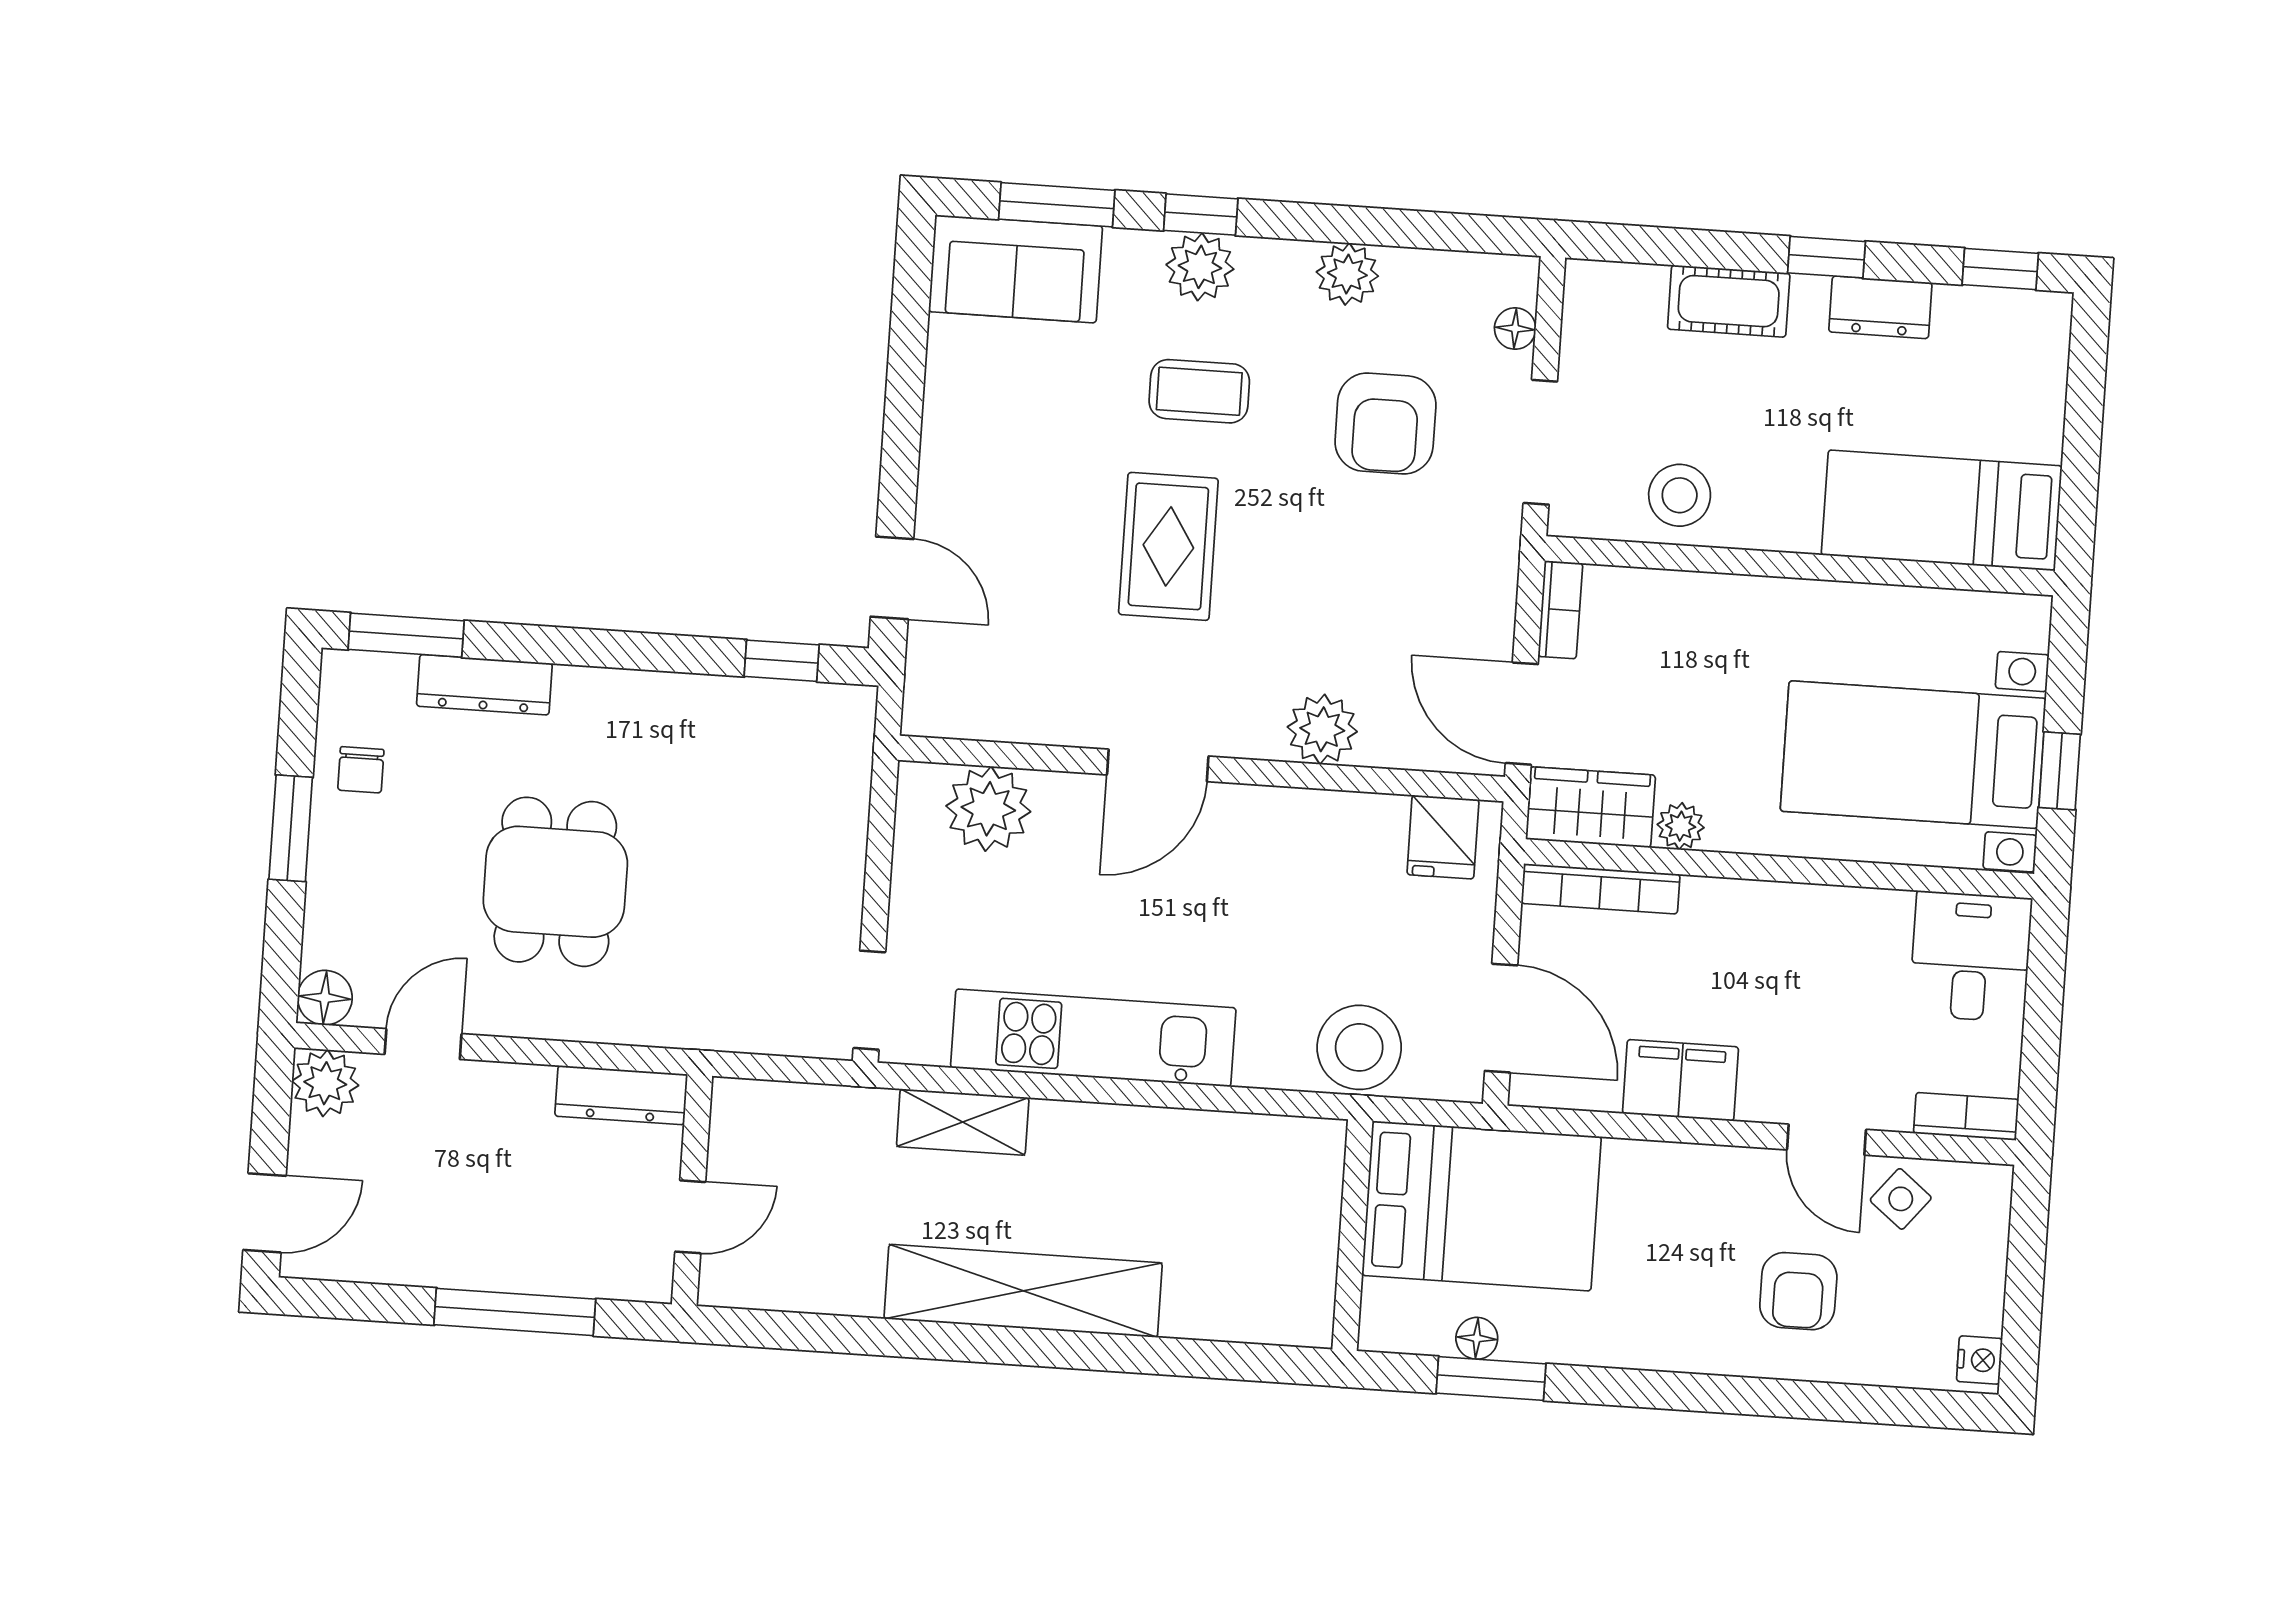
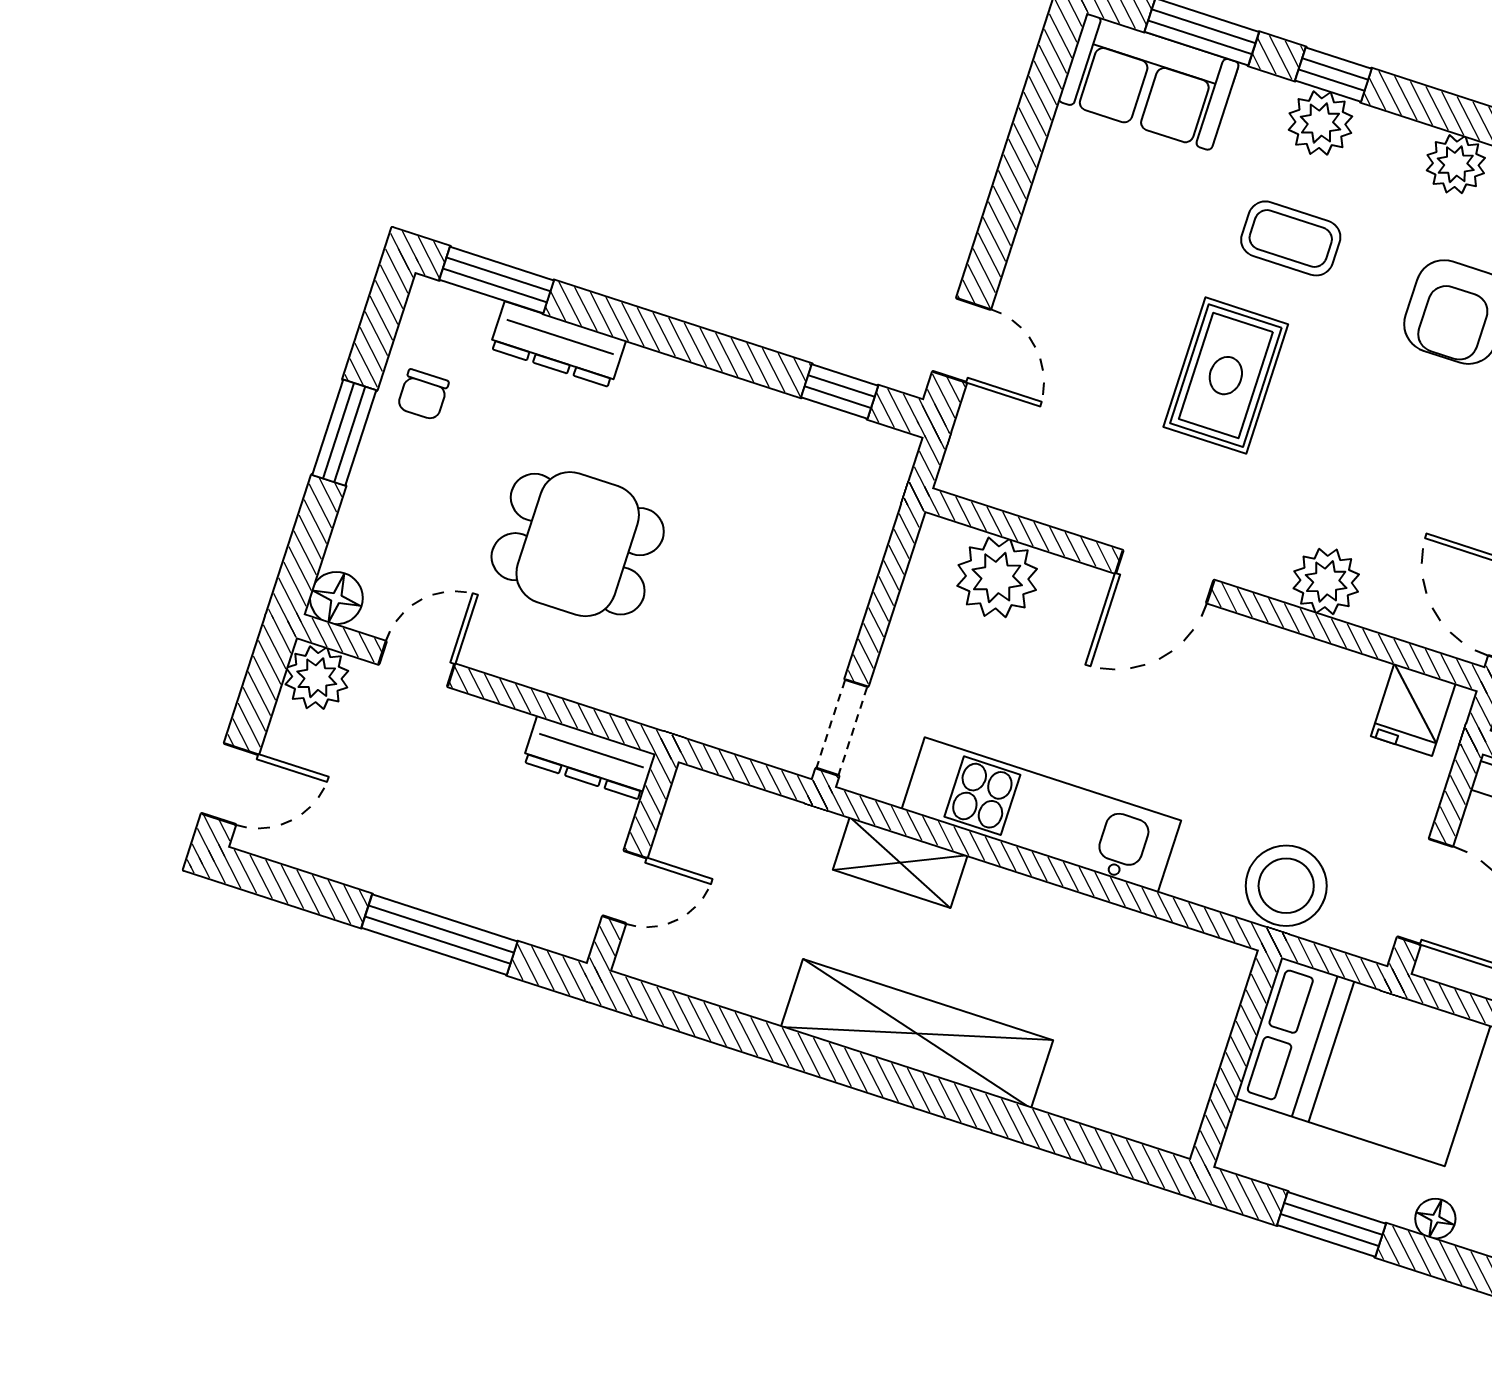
dining table: (555, 882) -> (578, 544), turned 90
floor lamp: (1477, 1338) -> (1435, 1219), moved

